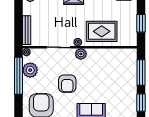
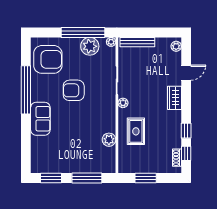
rug: (102, 31) -> (136, 131), width x0.73, depth x0.70
plant: (81, 54) -> (109, 140), moved

